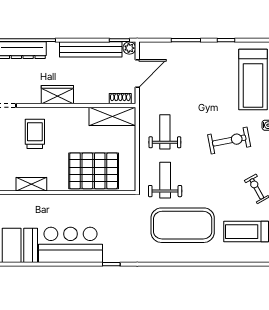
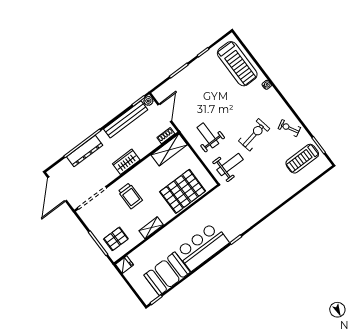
trolley: (35, 134) -> (130, 196), turned 180
exercise bike: (229, 141) -> (254, 135), moved
weight bench: (165, 180) -> (230, 165), turned 90
exercise mat: (183, 225) -> (261, 184), removed

